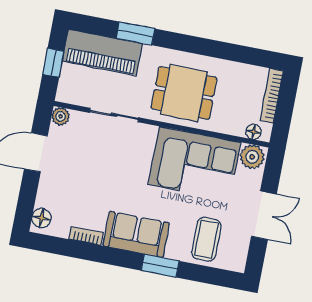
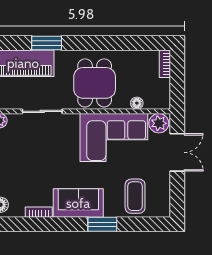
dining table: (184, 93) -> (95, 83), turned 90
bookcase: (272, 96) -> (165, 64), width x0.64
floor lamp: (253, 132) -> (137, 103), moved
double door: (264, 215) -> (177, 152), moved

